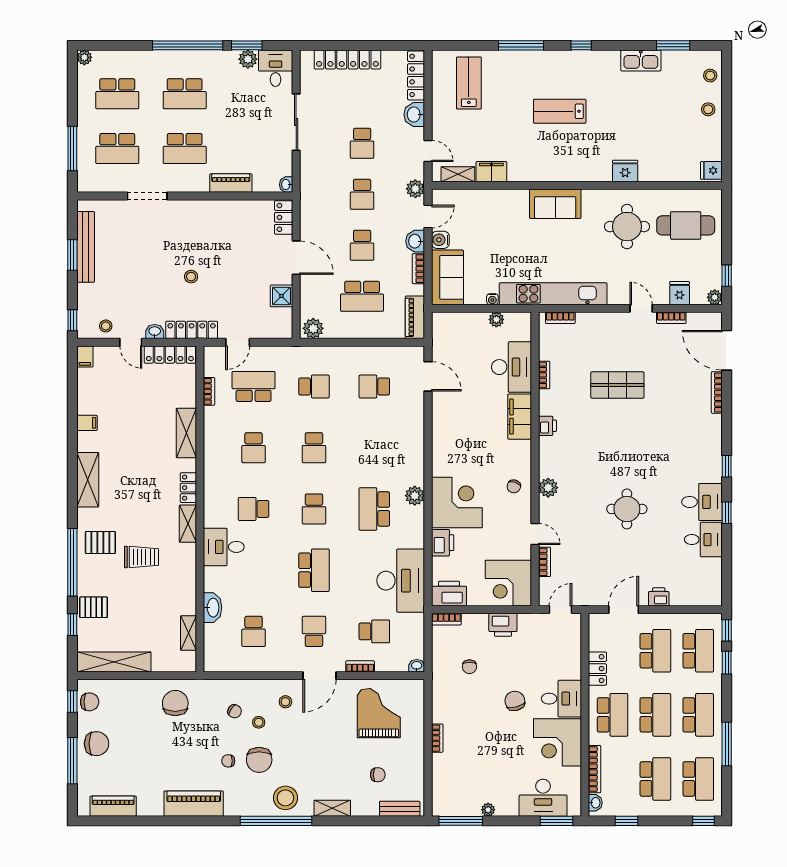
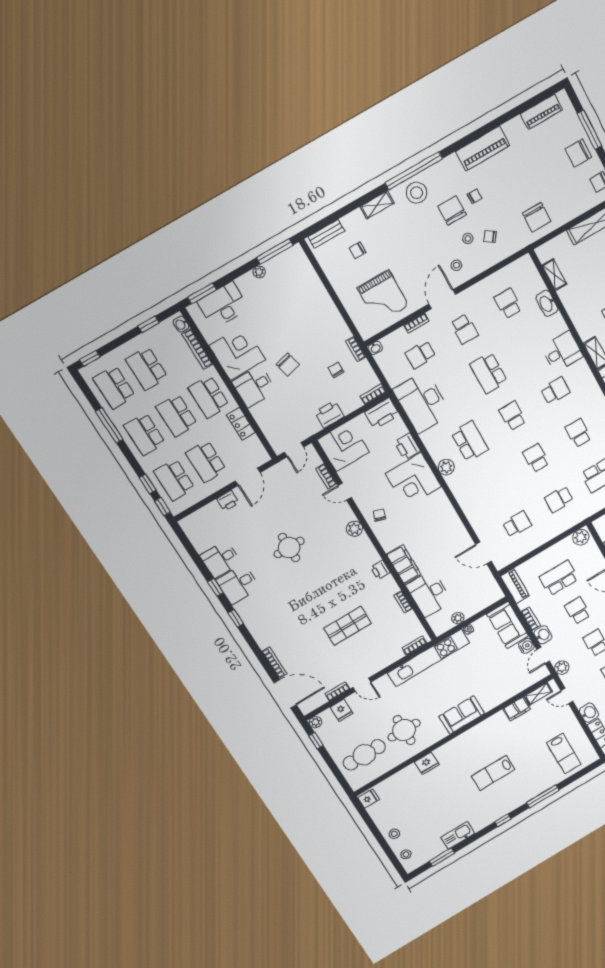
lab bench: (560, 111) -> (493, 773), turned 180
bookcase: (437, 738) -> (356, 349), moved

